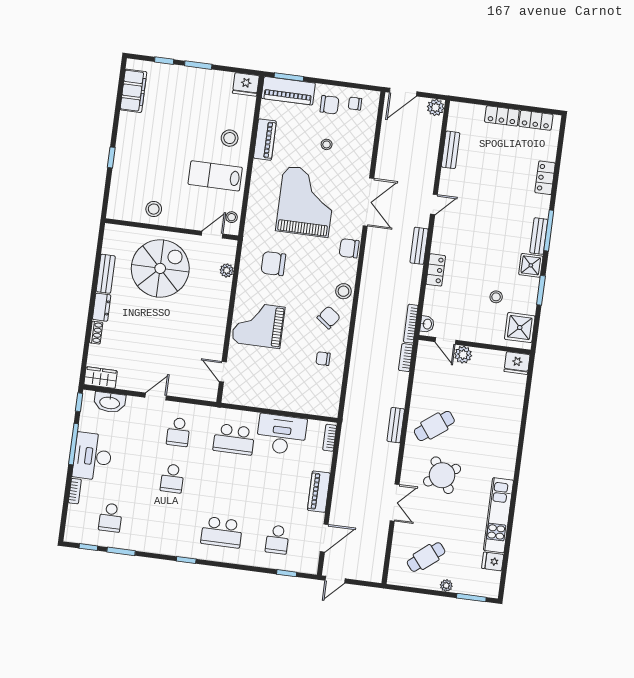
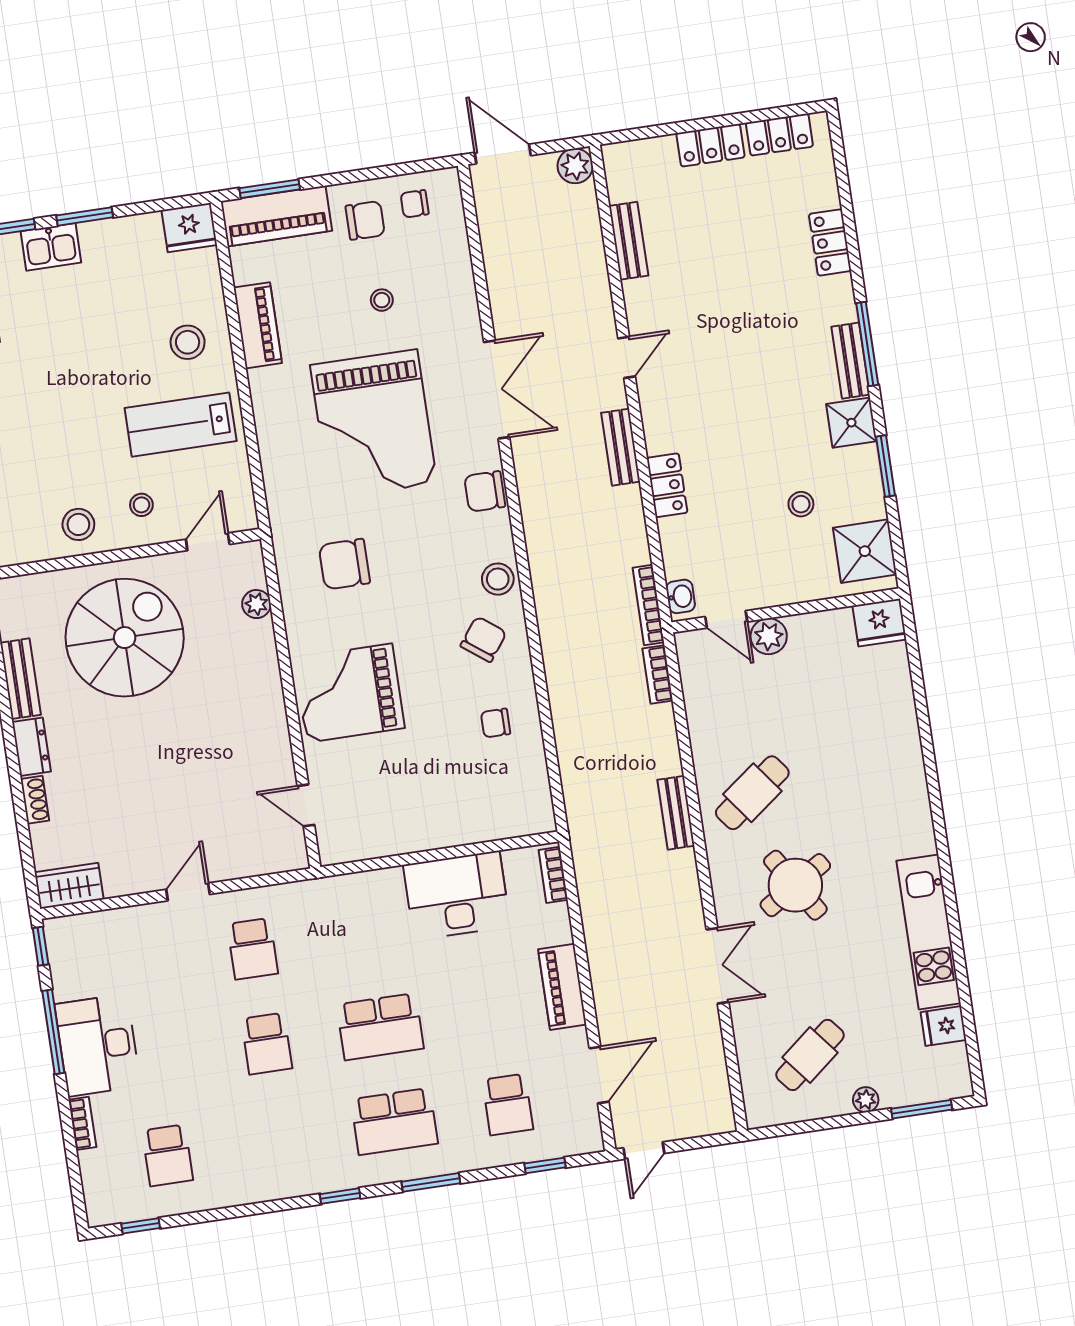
kitchen sink: (178, 75) -> (51, 247), added
door: (403, 92) -> (503, 154), swing flipped
grand piano: (306, 202) -> (374, 424), turned 180
stool: (232, 217) -> (141, 505), moved
washbasin: (110, 402) -> (101, 929), removed
school desk: (234, 439) -> (380, 1027), moved
window: (121, 551) -> (431, 1182), moved

